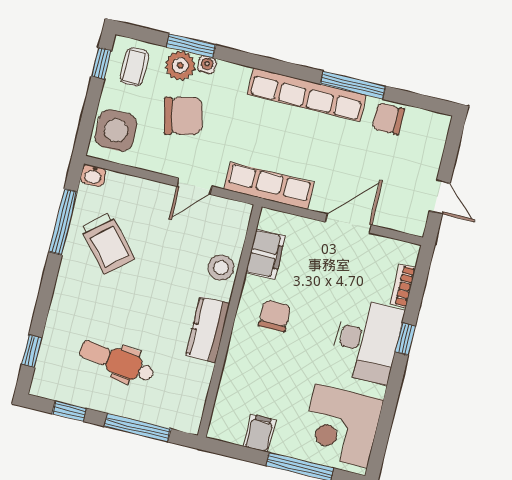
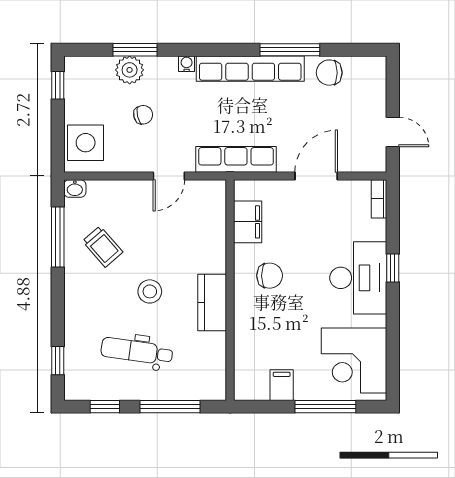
water cooler: (207, 65) -> (187, 64), moved
coffee table: (134, 67) -> (88, 81), removed
chair: (183, 116) -> (143, 115), width x0.54, depth x0.54
trolley: (108, 243) -> (103, 247), width x0.73, depth x0.72
stool: (221, 268) -> (150, 291), moved
bookcase: (403, 286) -> (379, 199), moved
chair: (275, 316) -> (270, 276), turned 90

